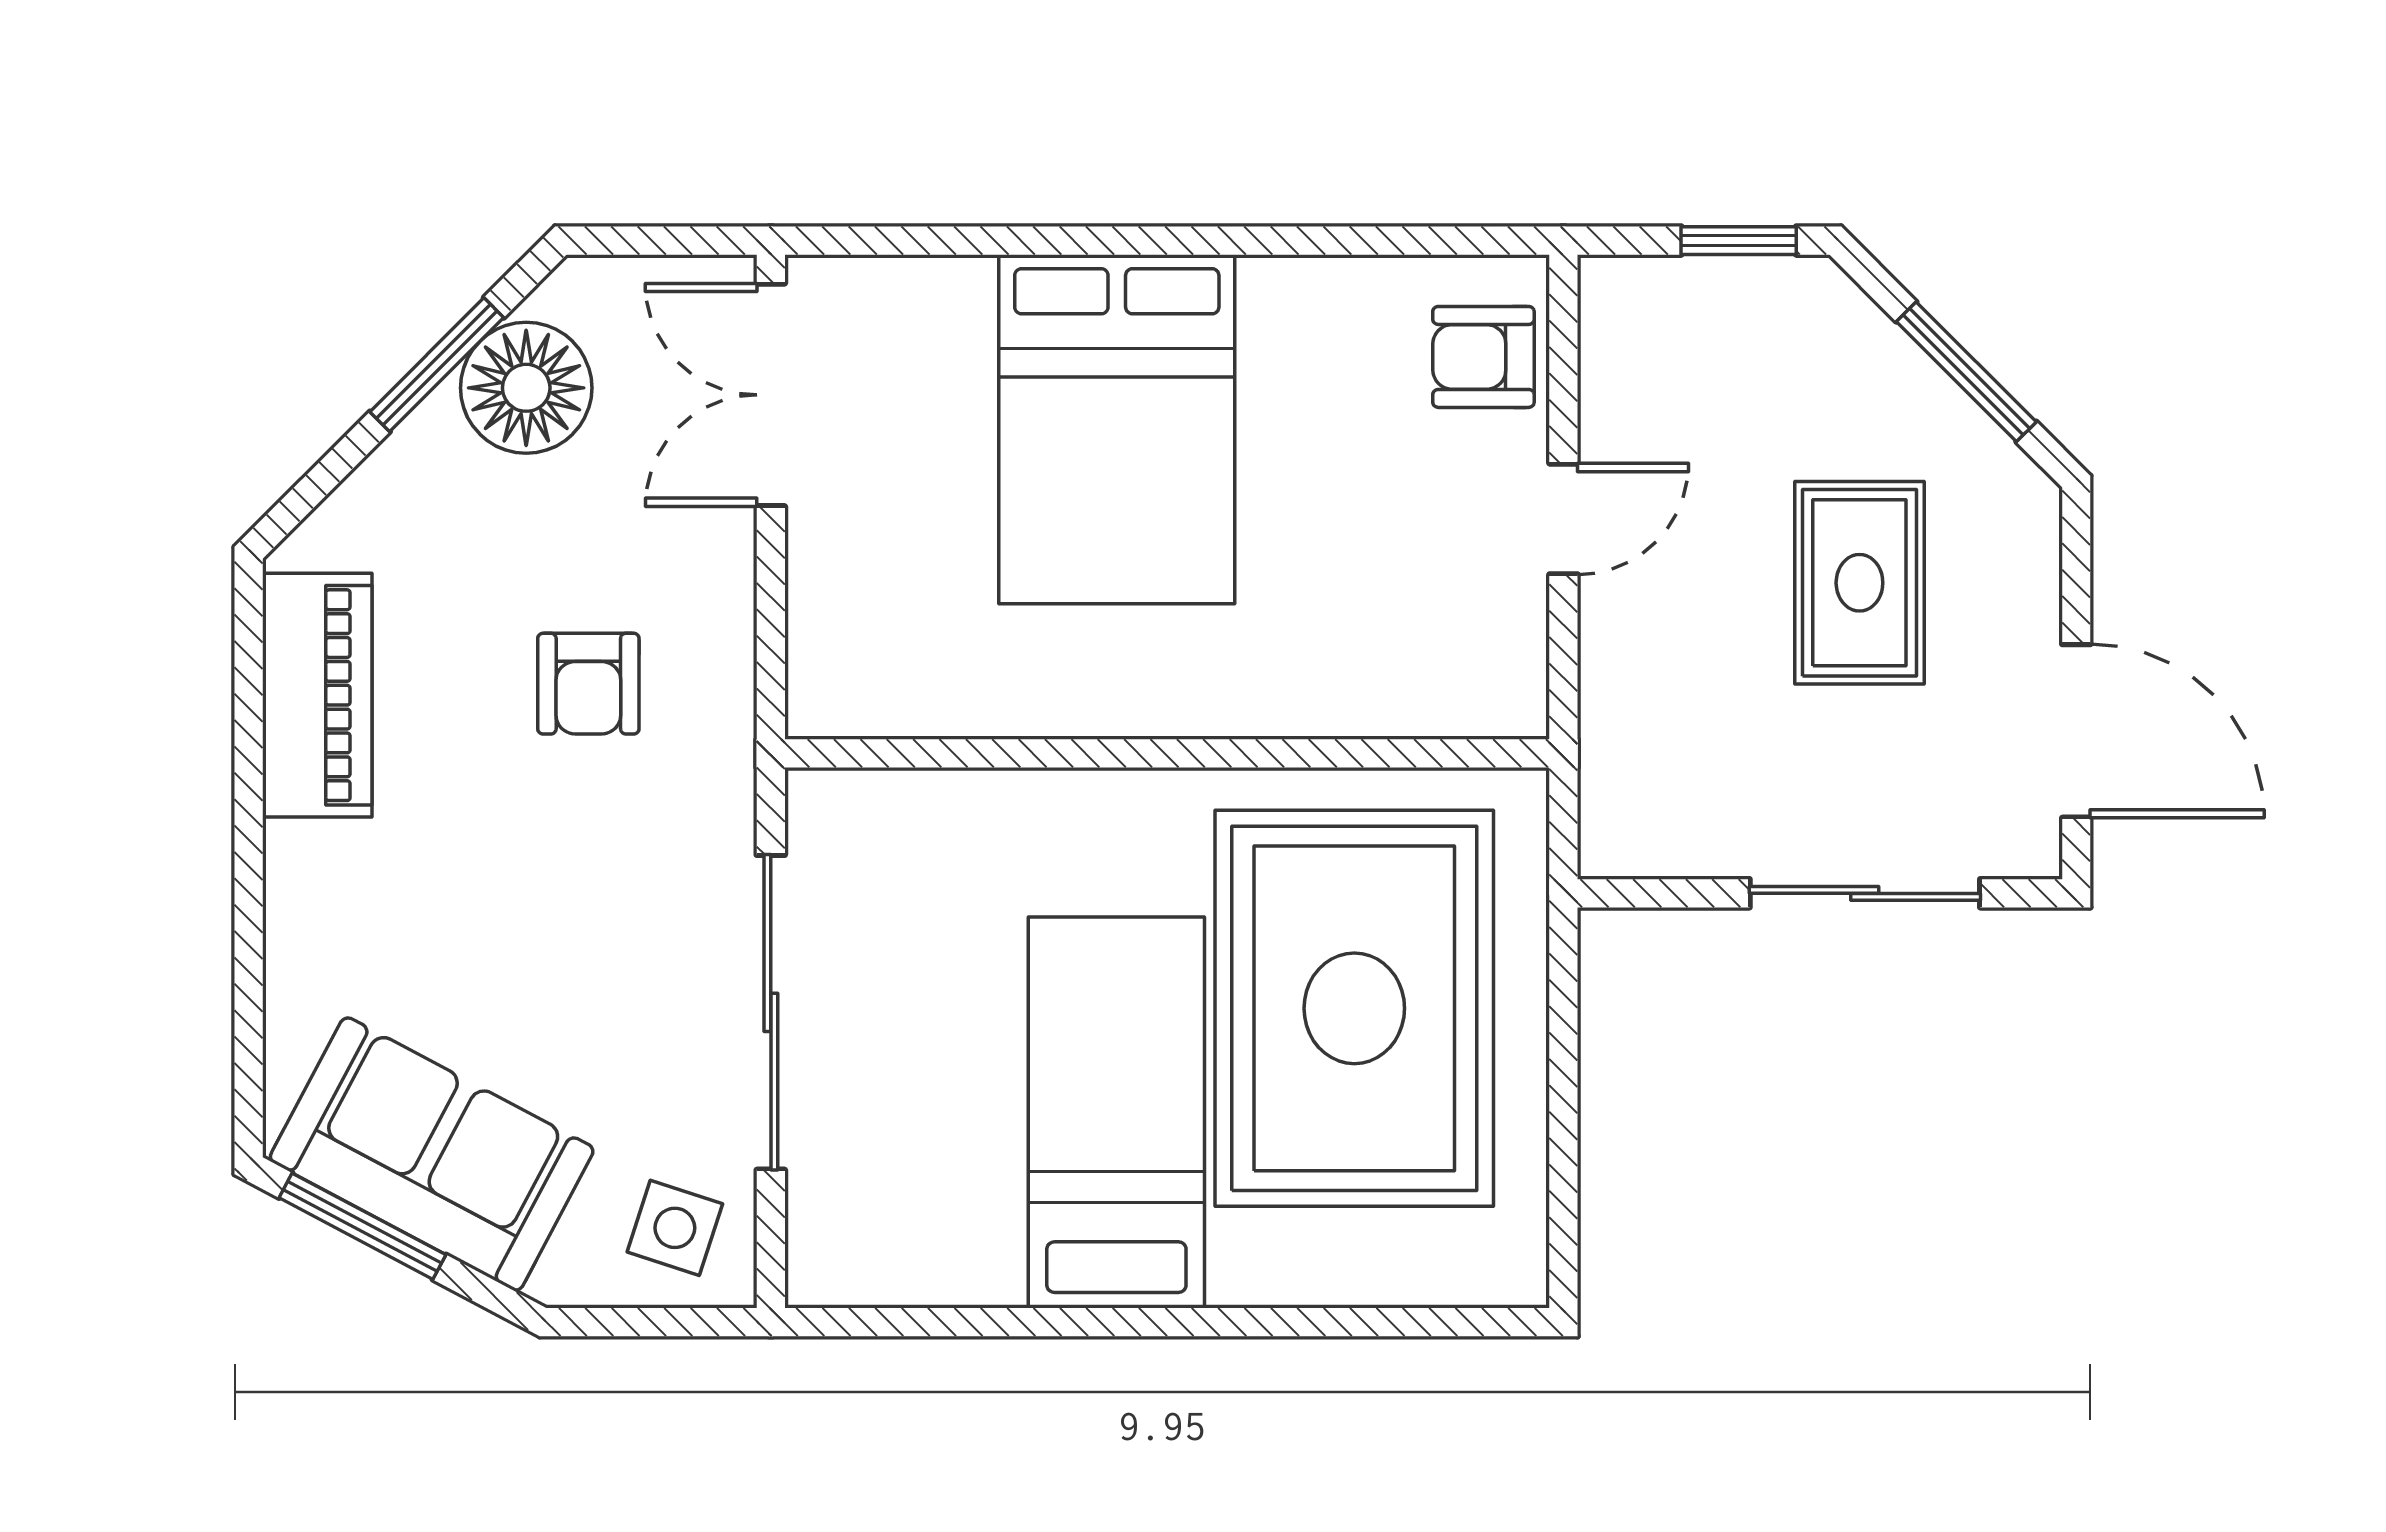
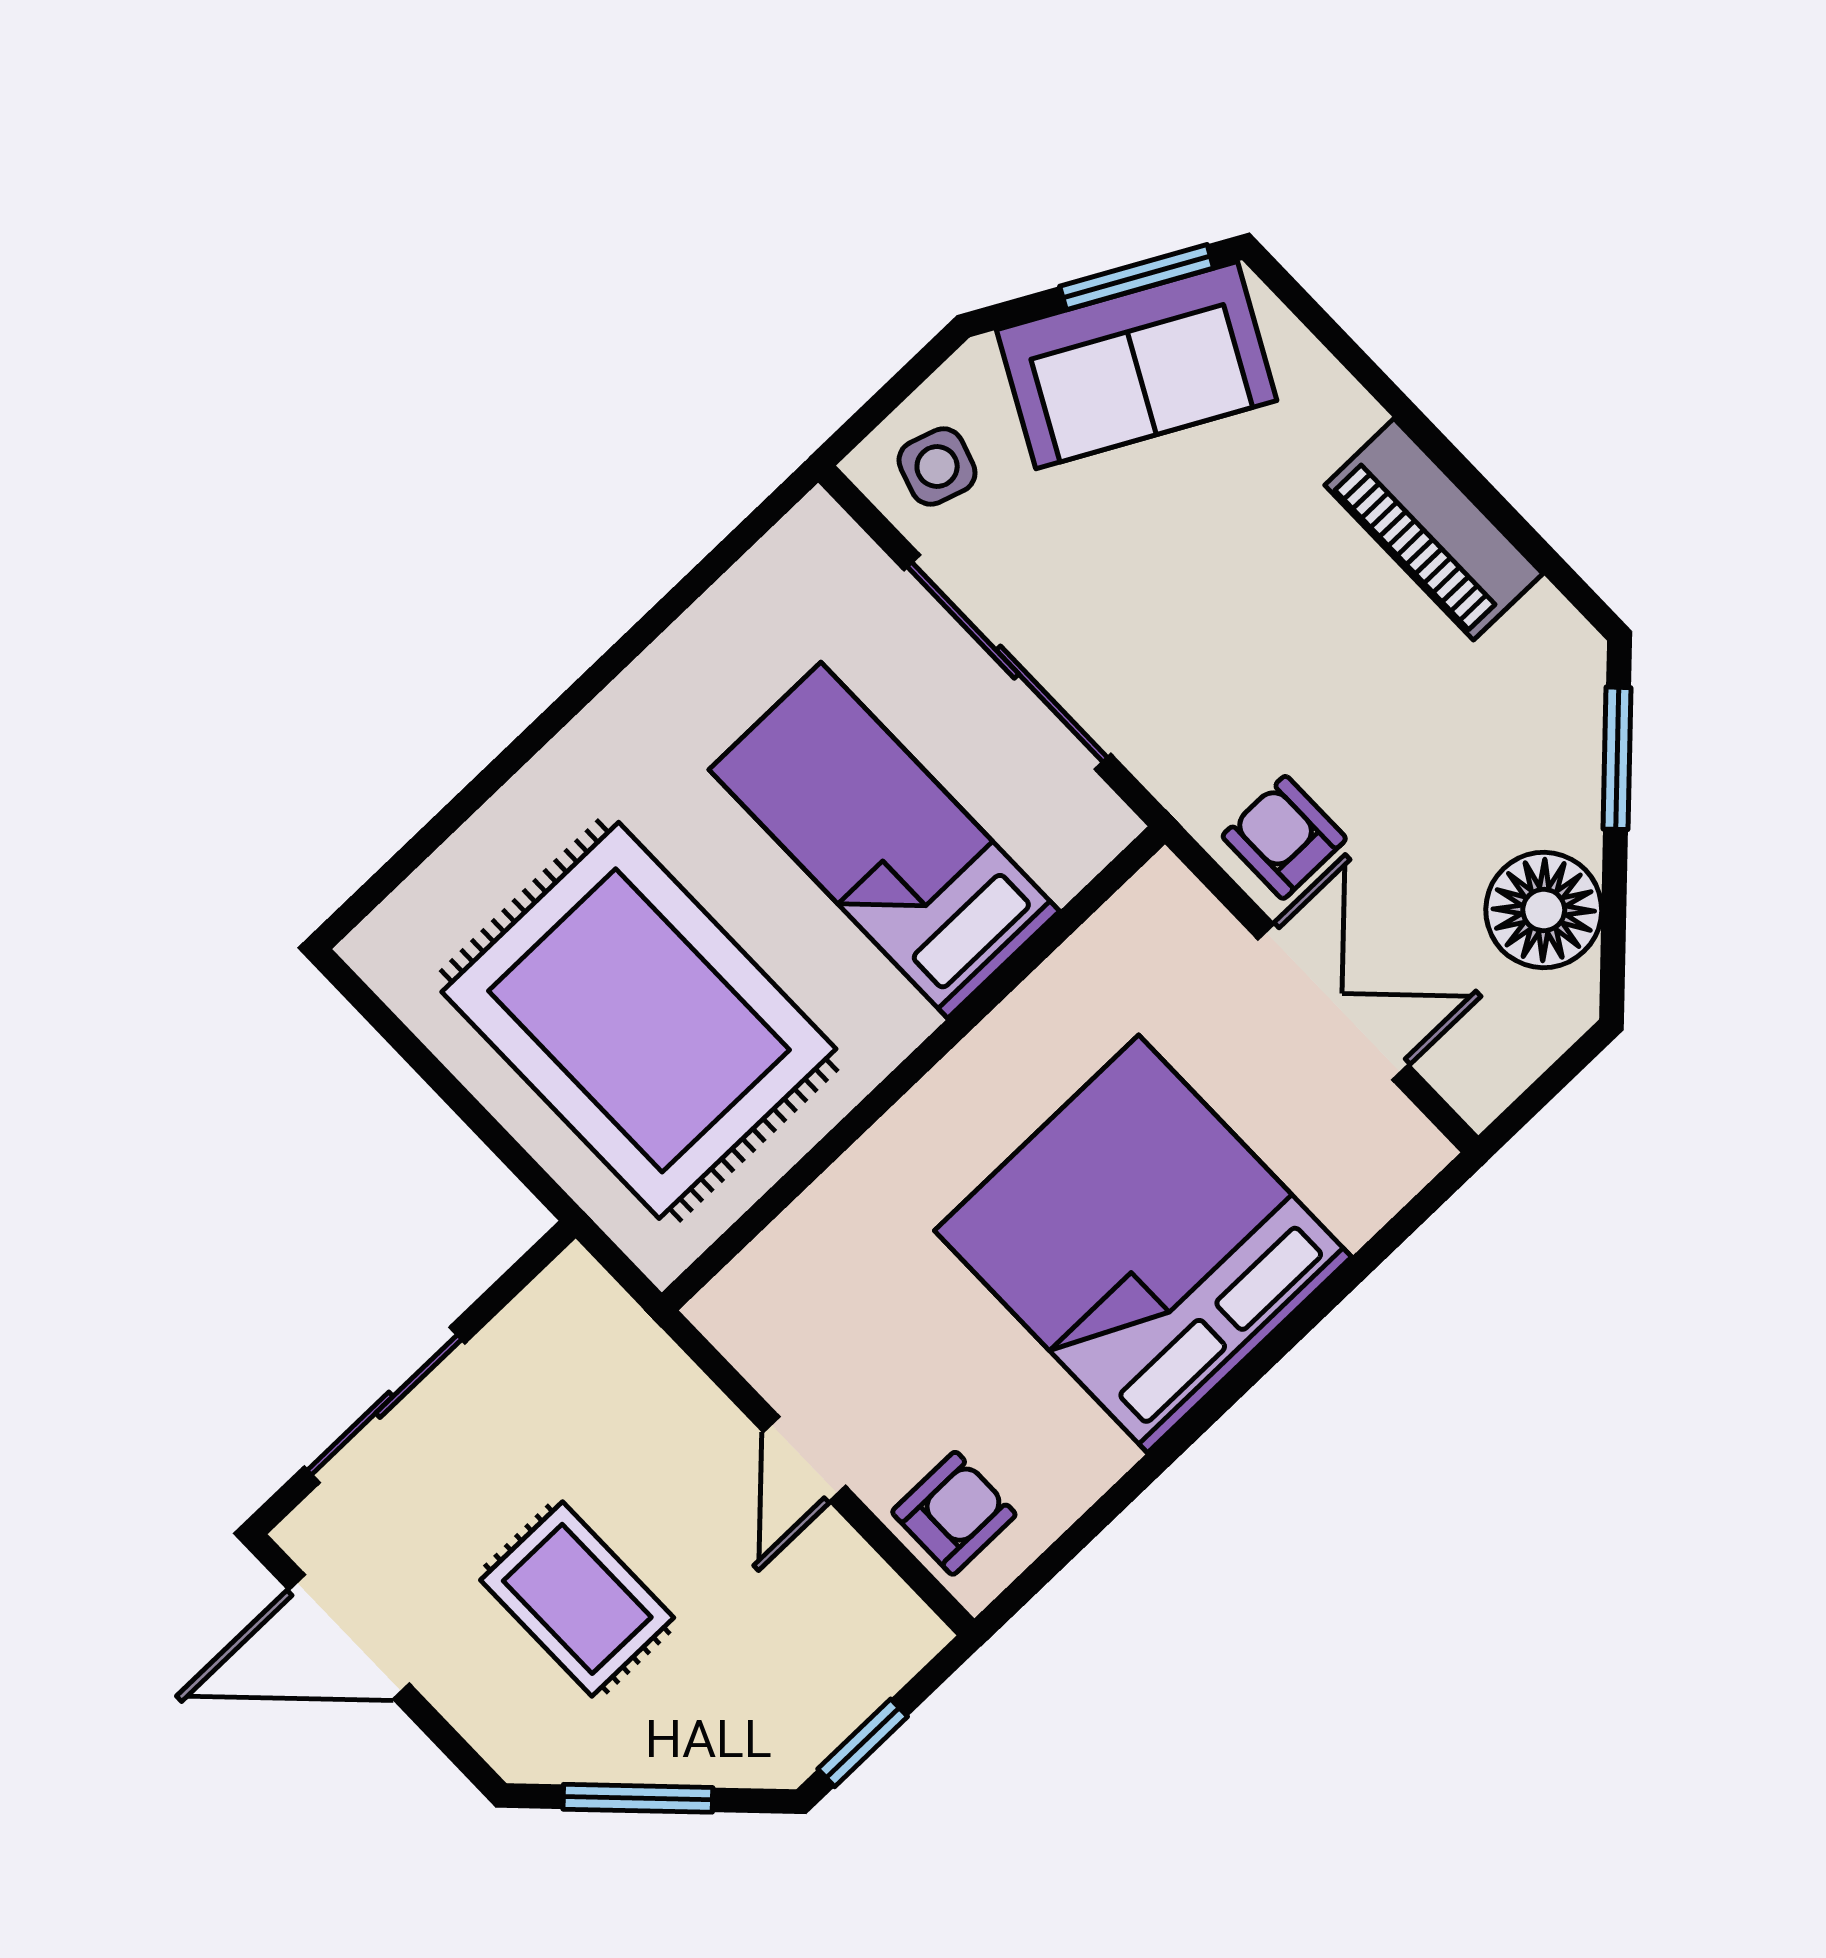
window: (437, 365) -> (1617, 758), moved
double door: (771, 395) -> (1333, 1002), moved
bed: (1117, 429) -> (1143, 1244), width x1.36
armchair: (588, 684) -> (1284, 837), moved
piano: (317, 695) -> (1434, 529), moved
bed: (1116, 1113) -> (884, 840), moved, turned 180

